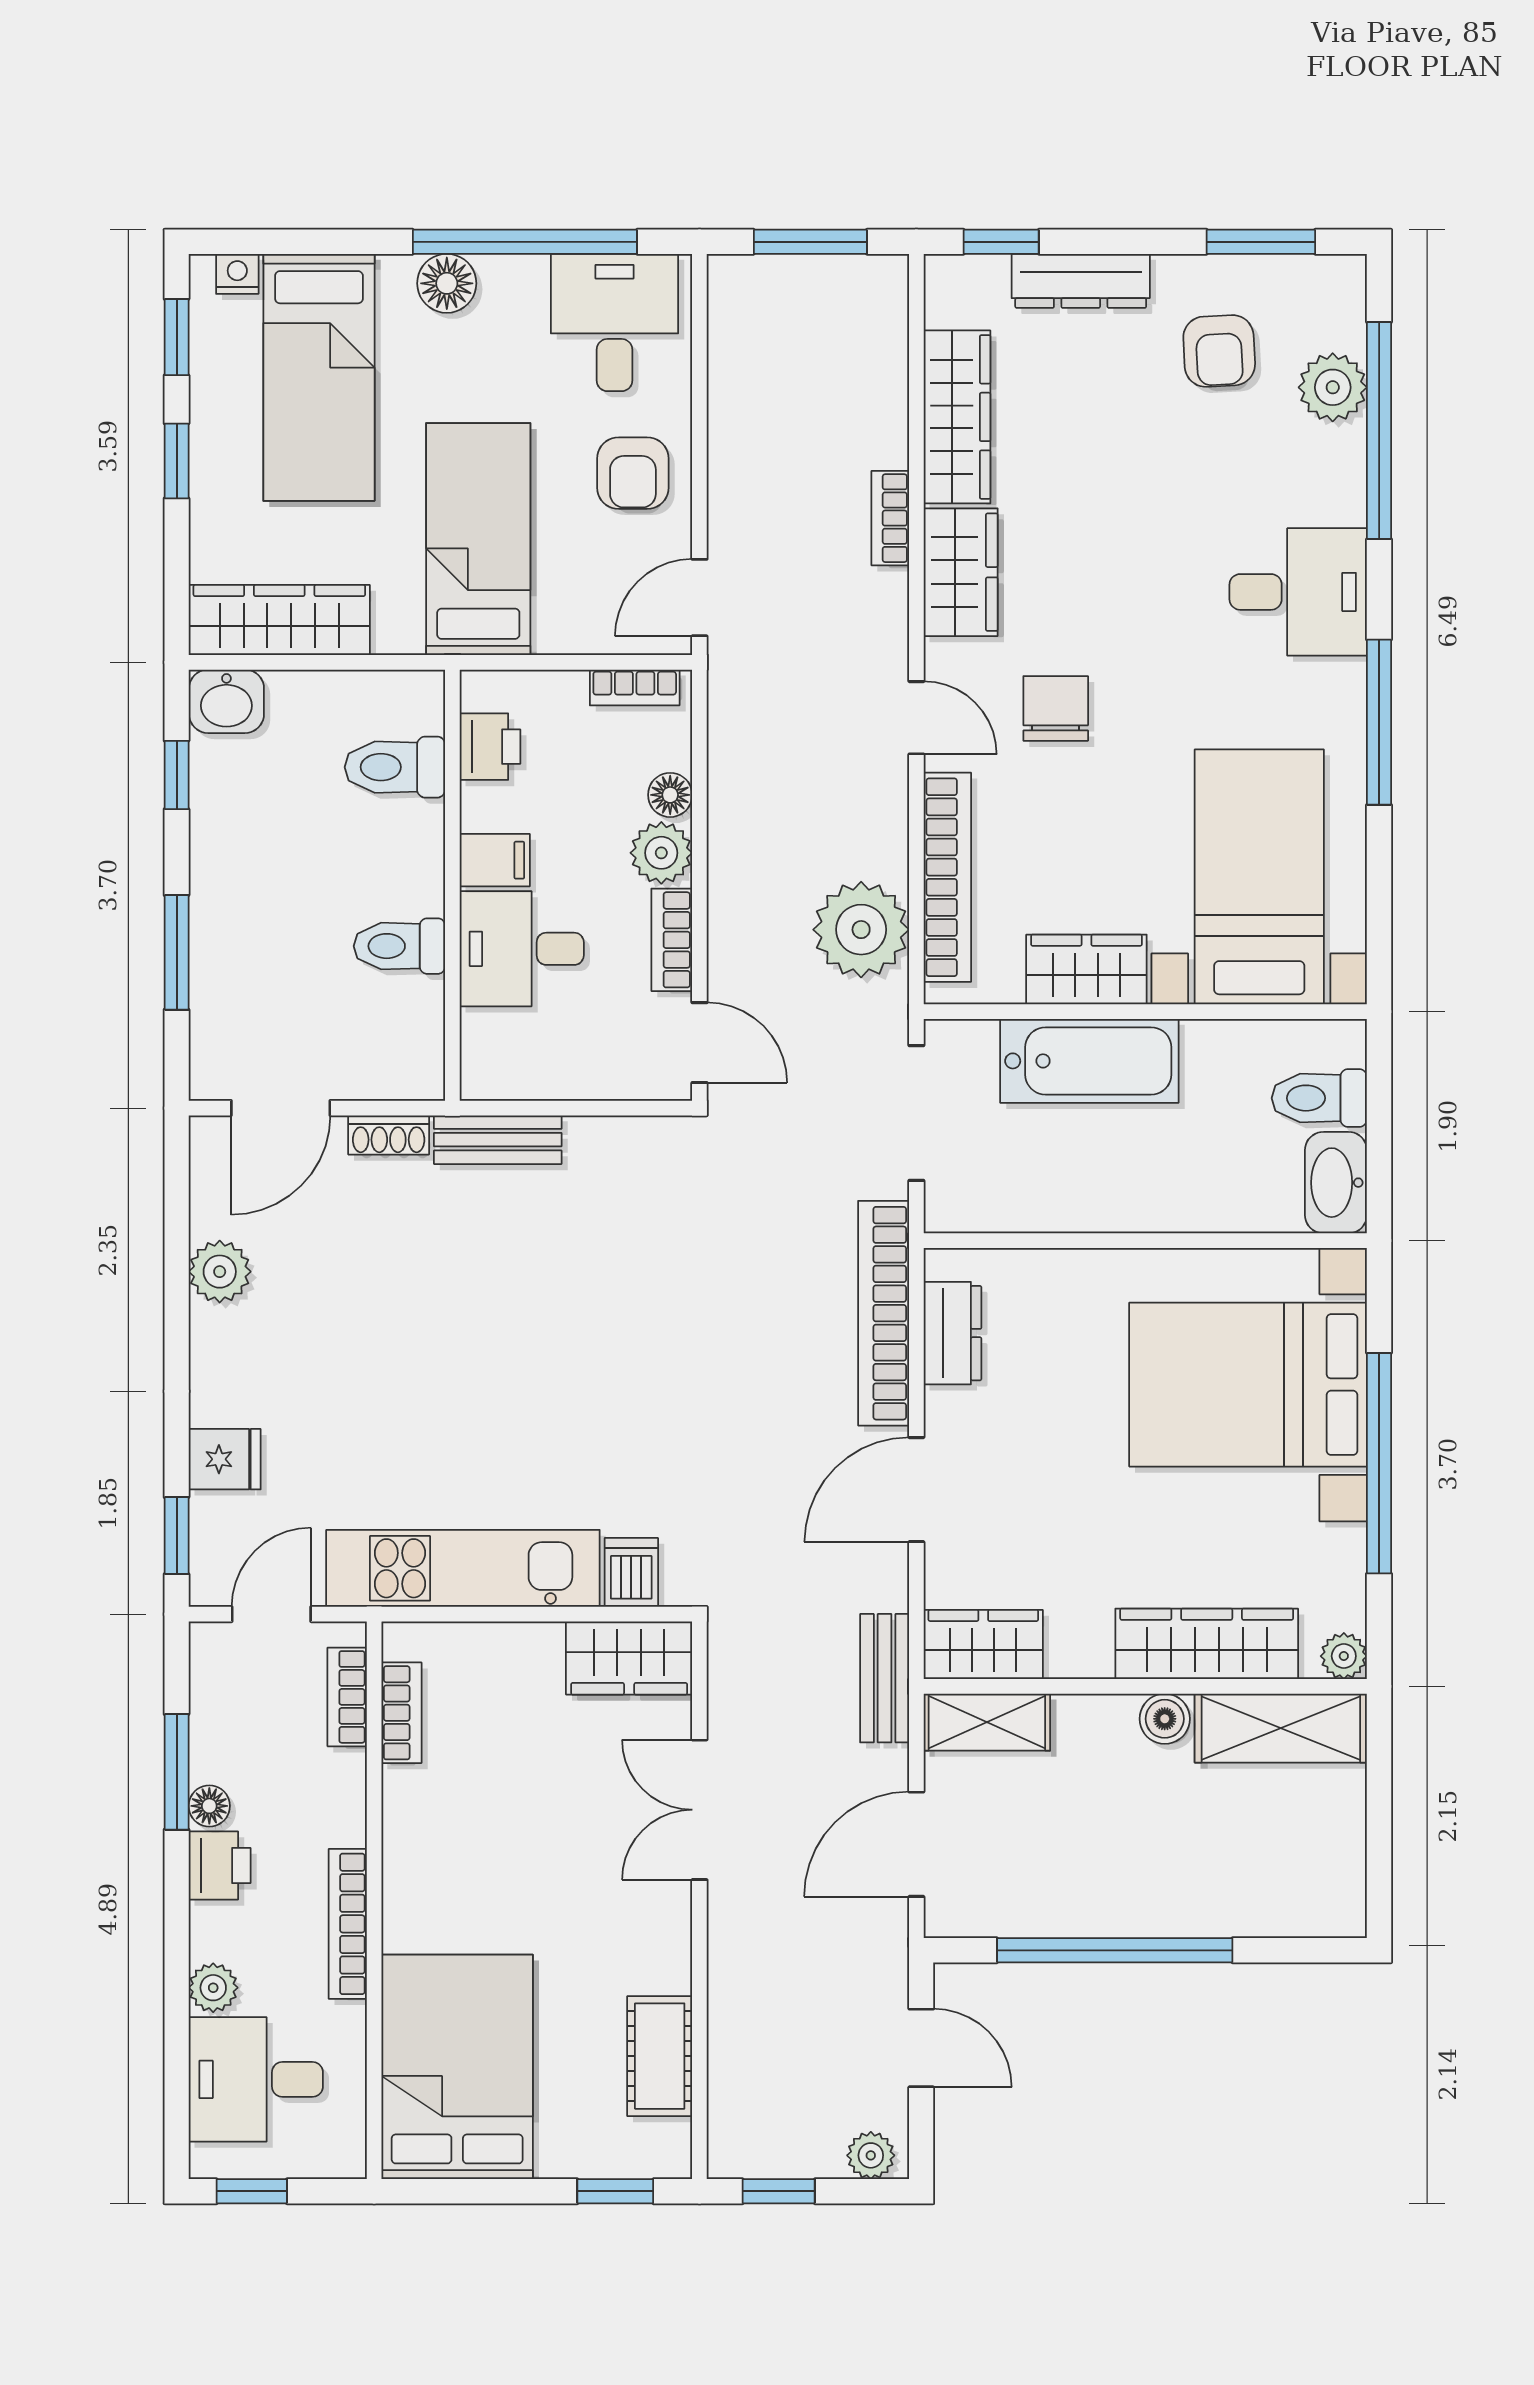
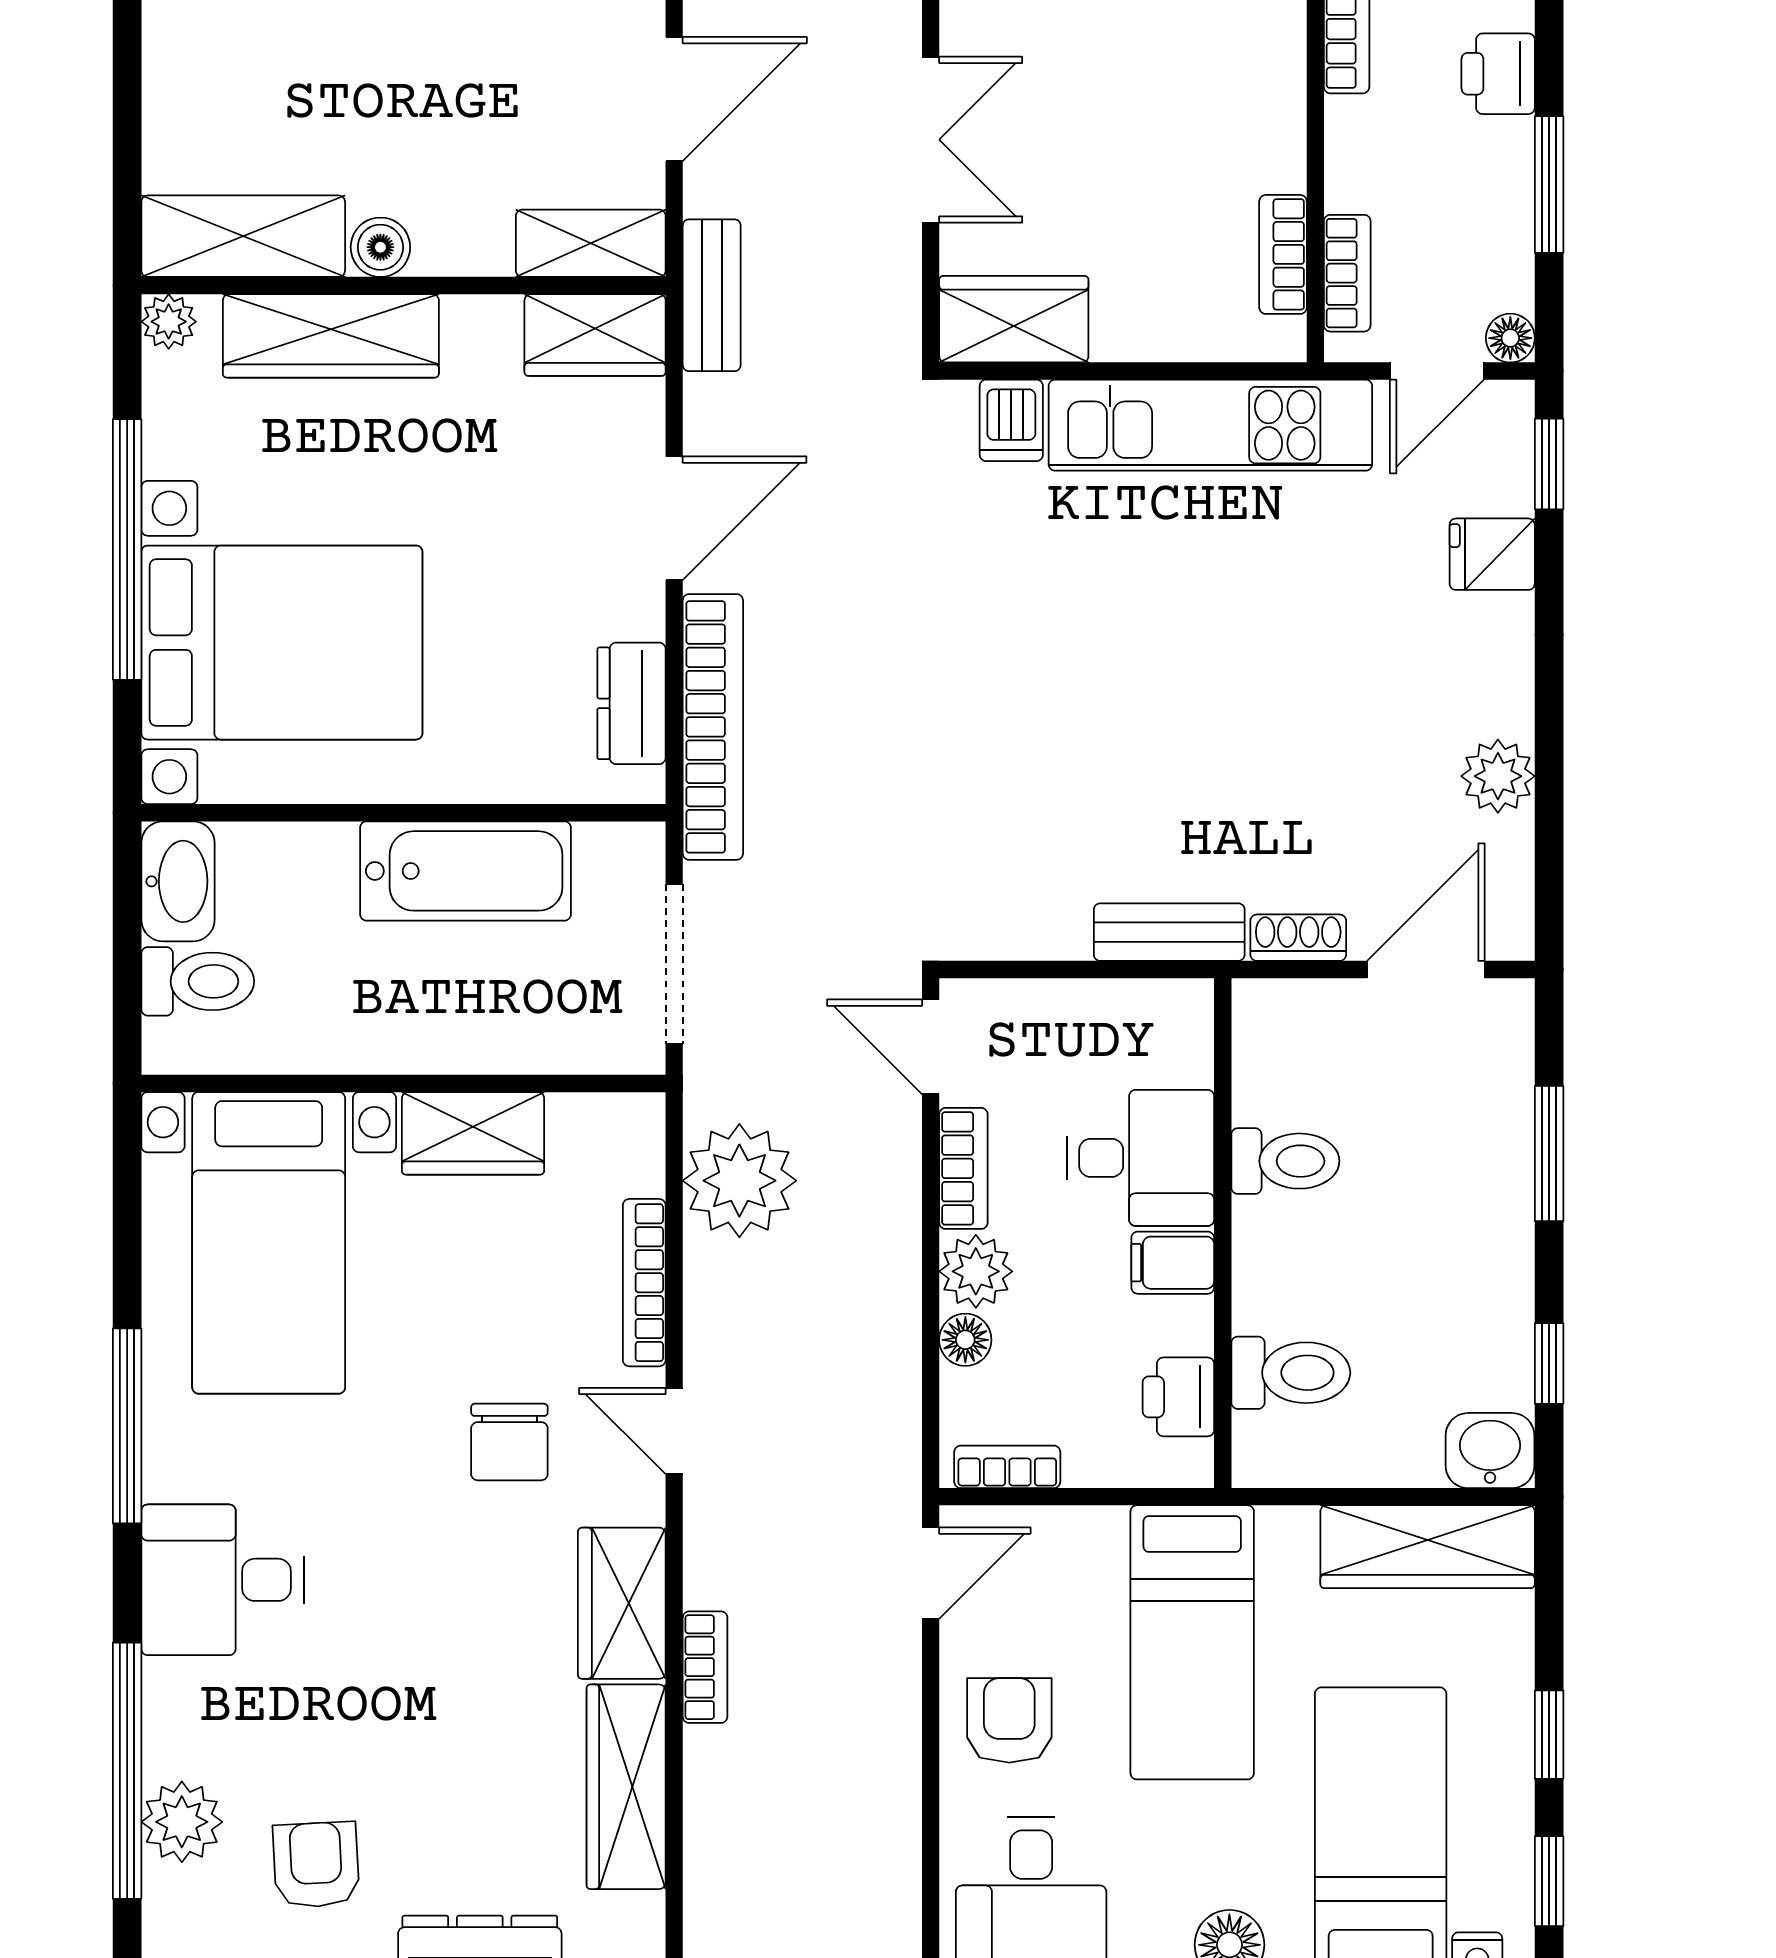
bookcase: (947, 877) -> (644, 1283), width x0.68, depth x0.76
bathtub: (1089, 1061) -> (465, 871), moved, turned 180
floor lamp: (209, 1806) -> (1510, 338), moved

